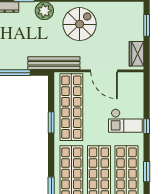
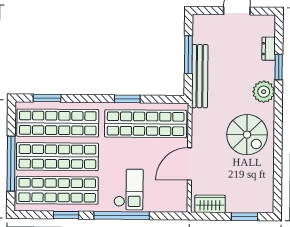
bench: (54, 63) -> (200, 76), moved
checkout: (125, 121) -> (129, 189), turned 180
window: (147, 126) -> (122, 216), width x3.17

